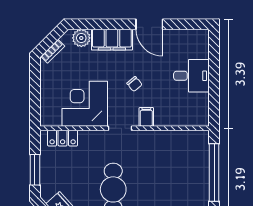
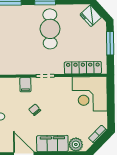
corner desk: (85, 104) -> (90, 94), moved, turned 90
locker: (63, 138) -> (83, 68), width x1.53

